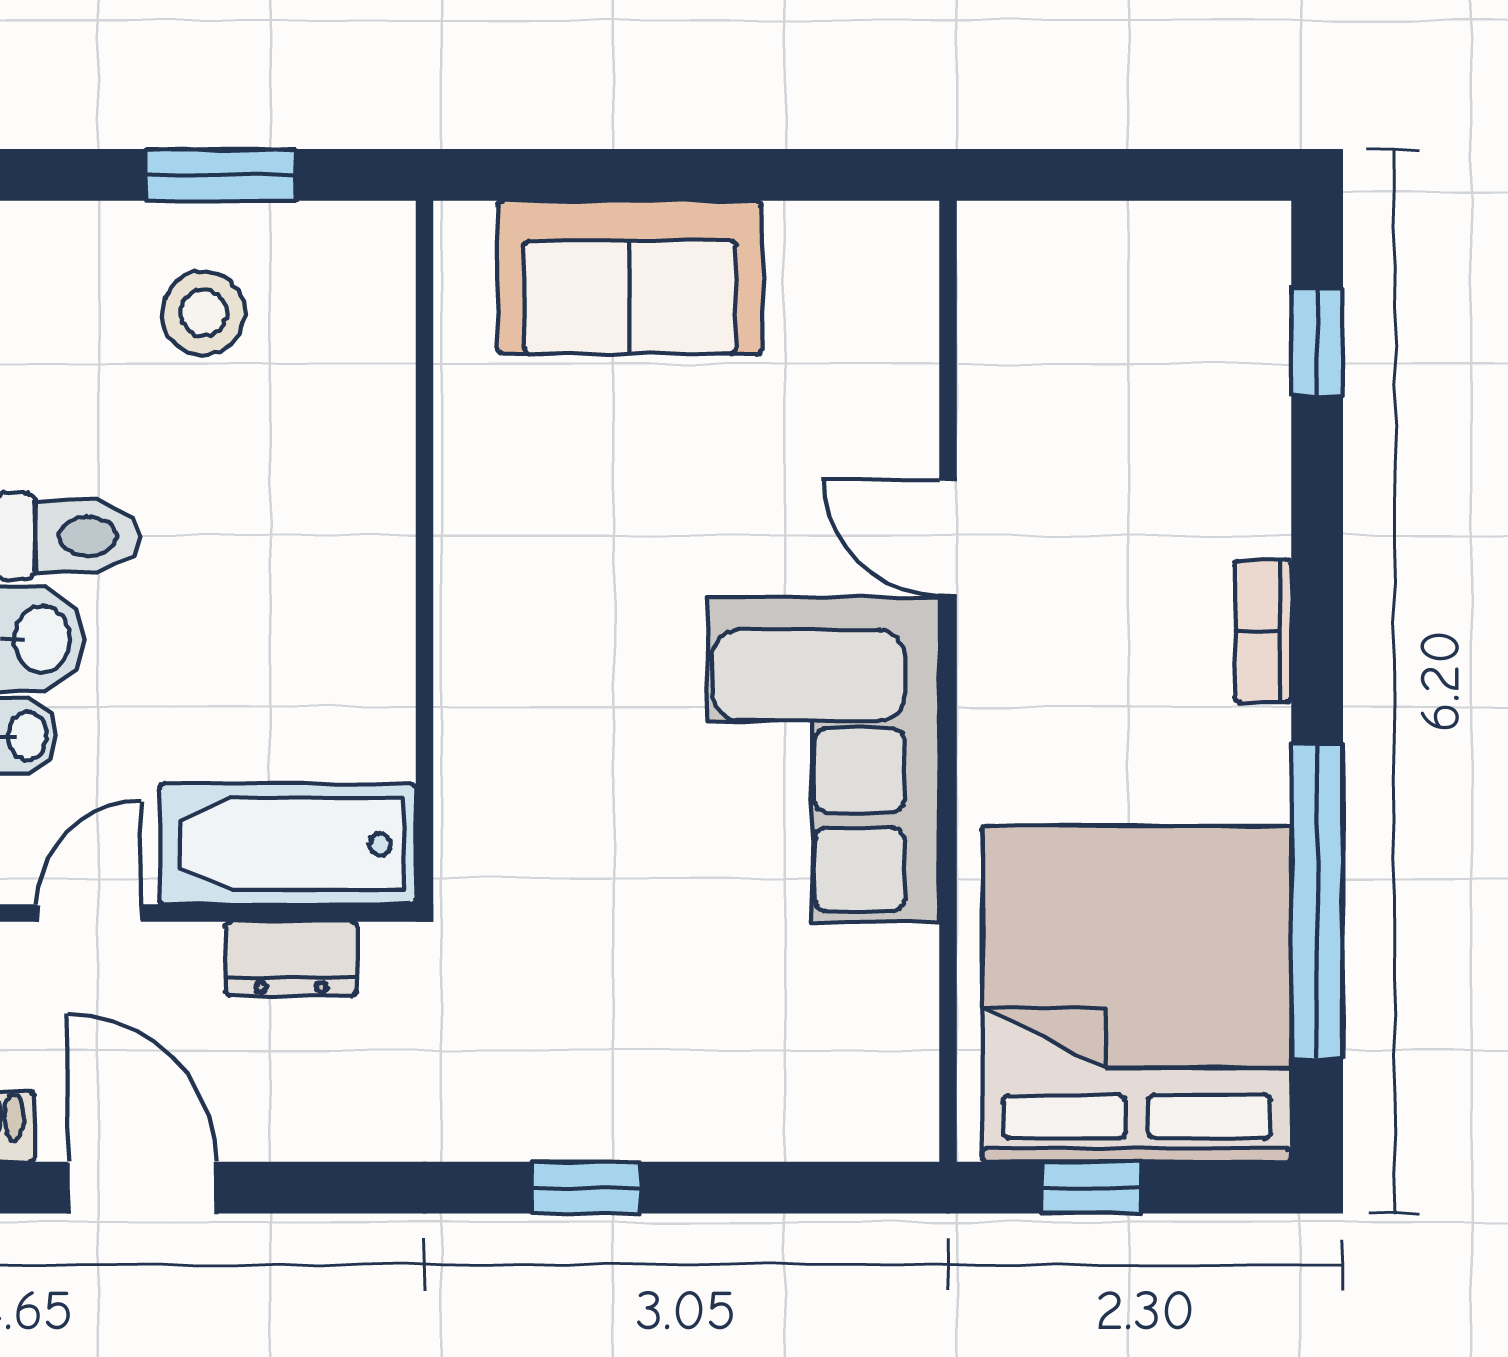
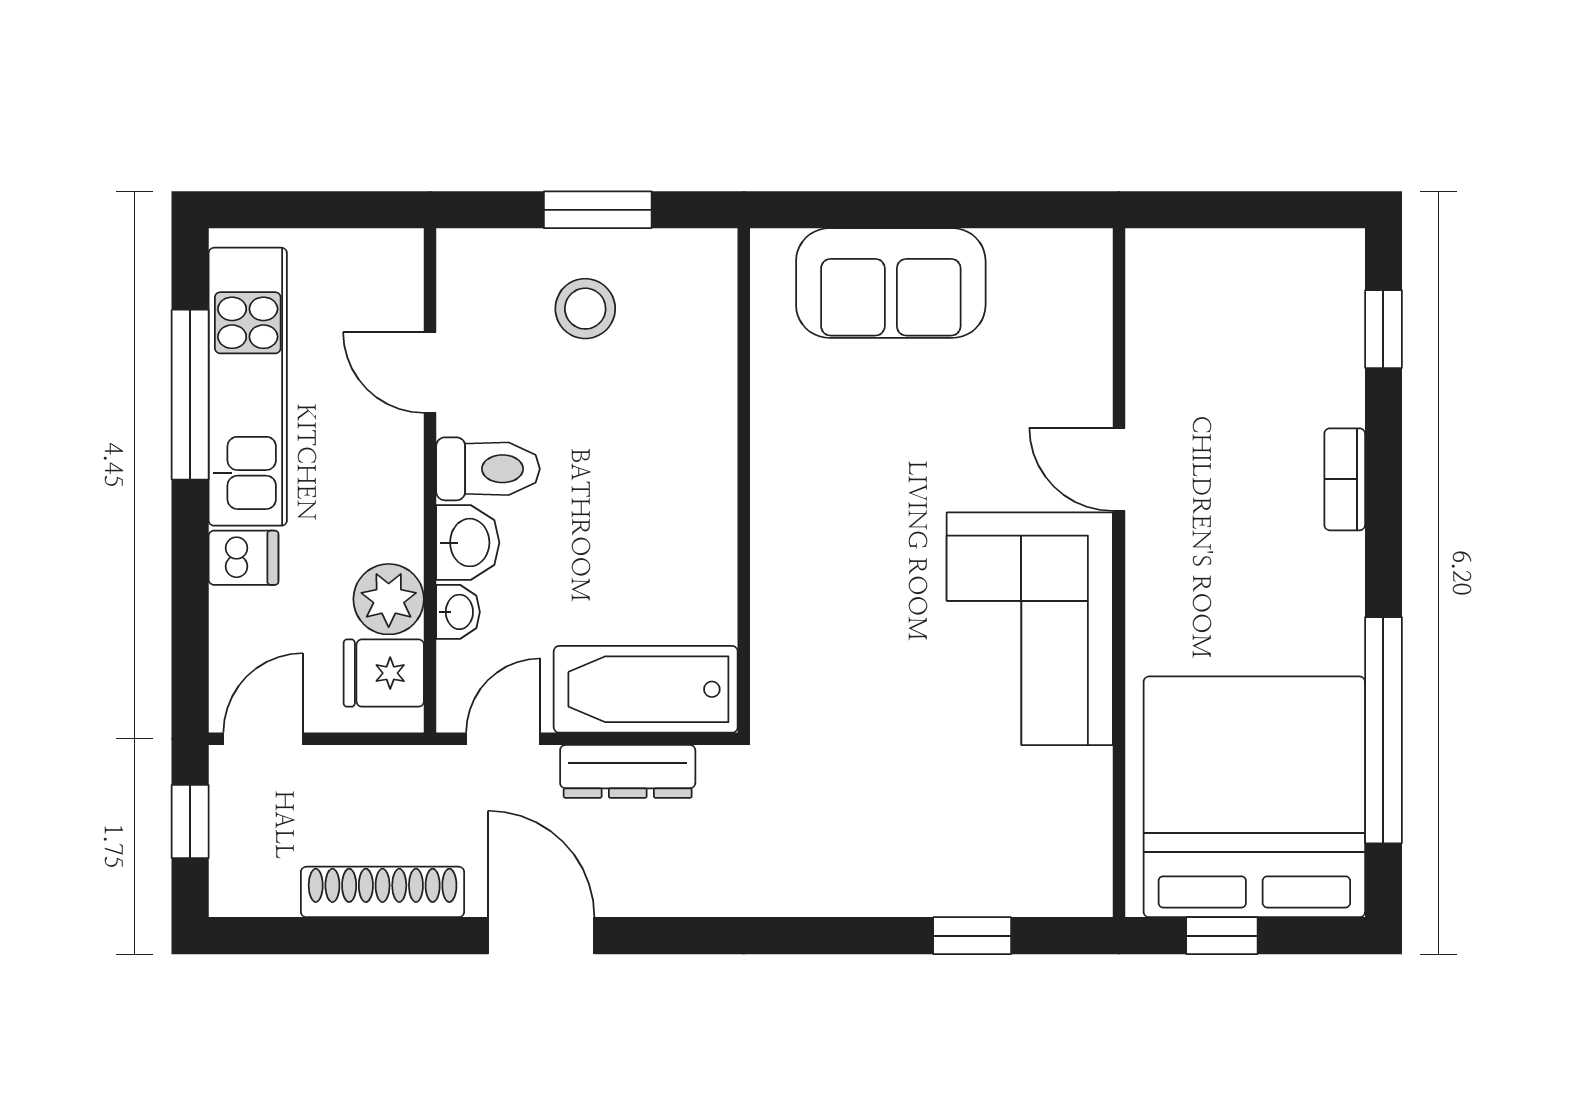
bookcase: (1263, 631) -> (1345, 479), moved
dresser: (291, 958) -> (628, 771), width x1.44
window: (586, 1188) -> (972, 936), moved

